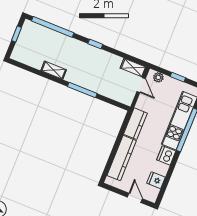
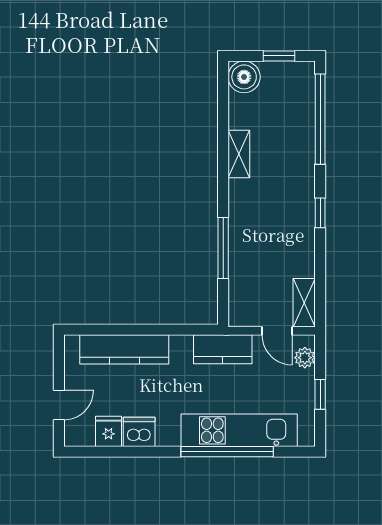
boiler: (20, 54) -> (244, 77), added
door: (141, 85) -> (277, 331), hinge flipped
window: (82, 90) -> (223, 248), moved
kitchen counter: (135, 124) -> (223, 349), moved
dishwasher: (166, 155) -> (139, 432), moved

